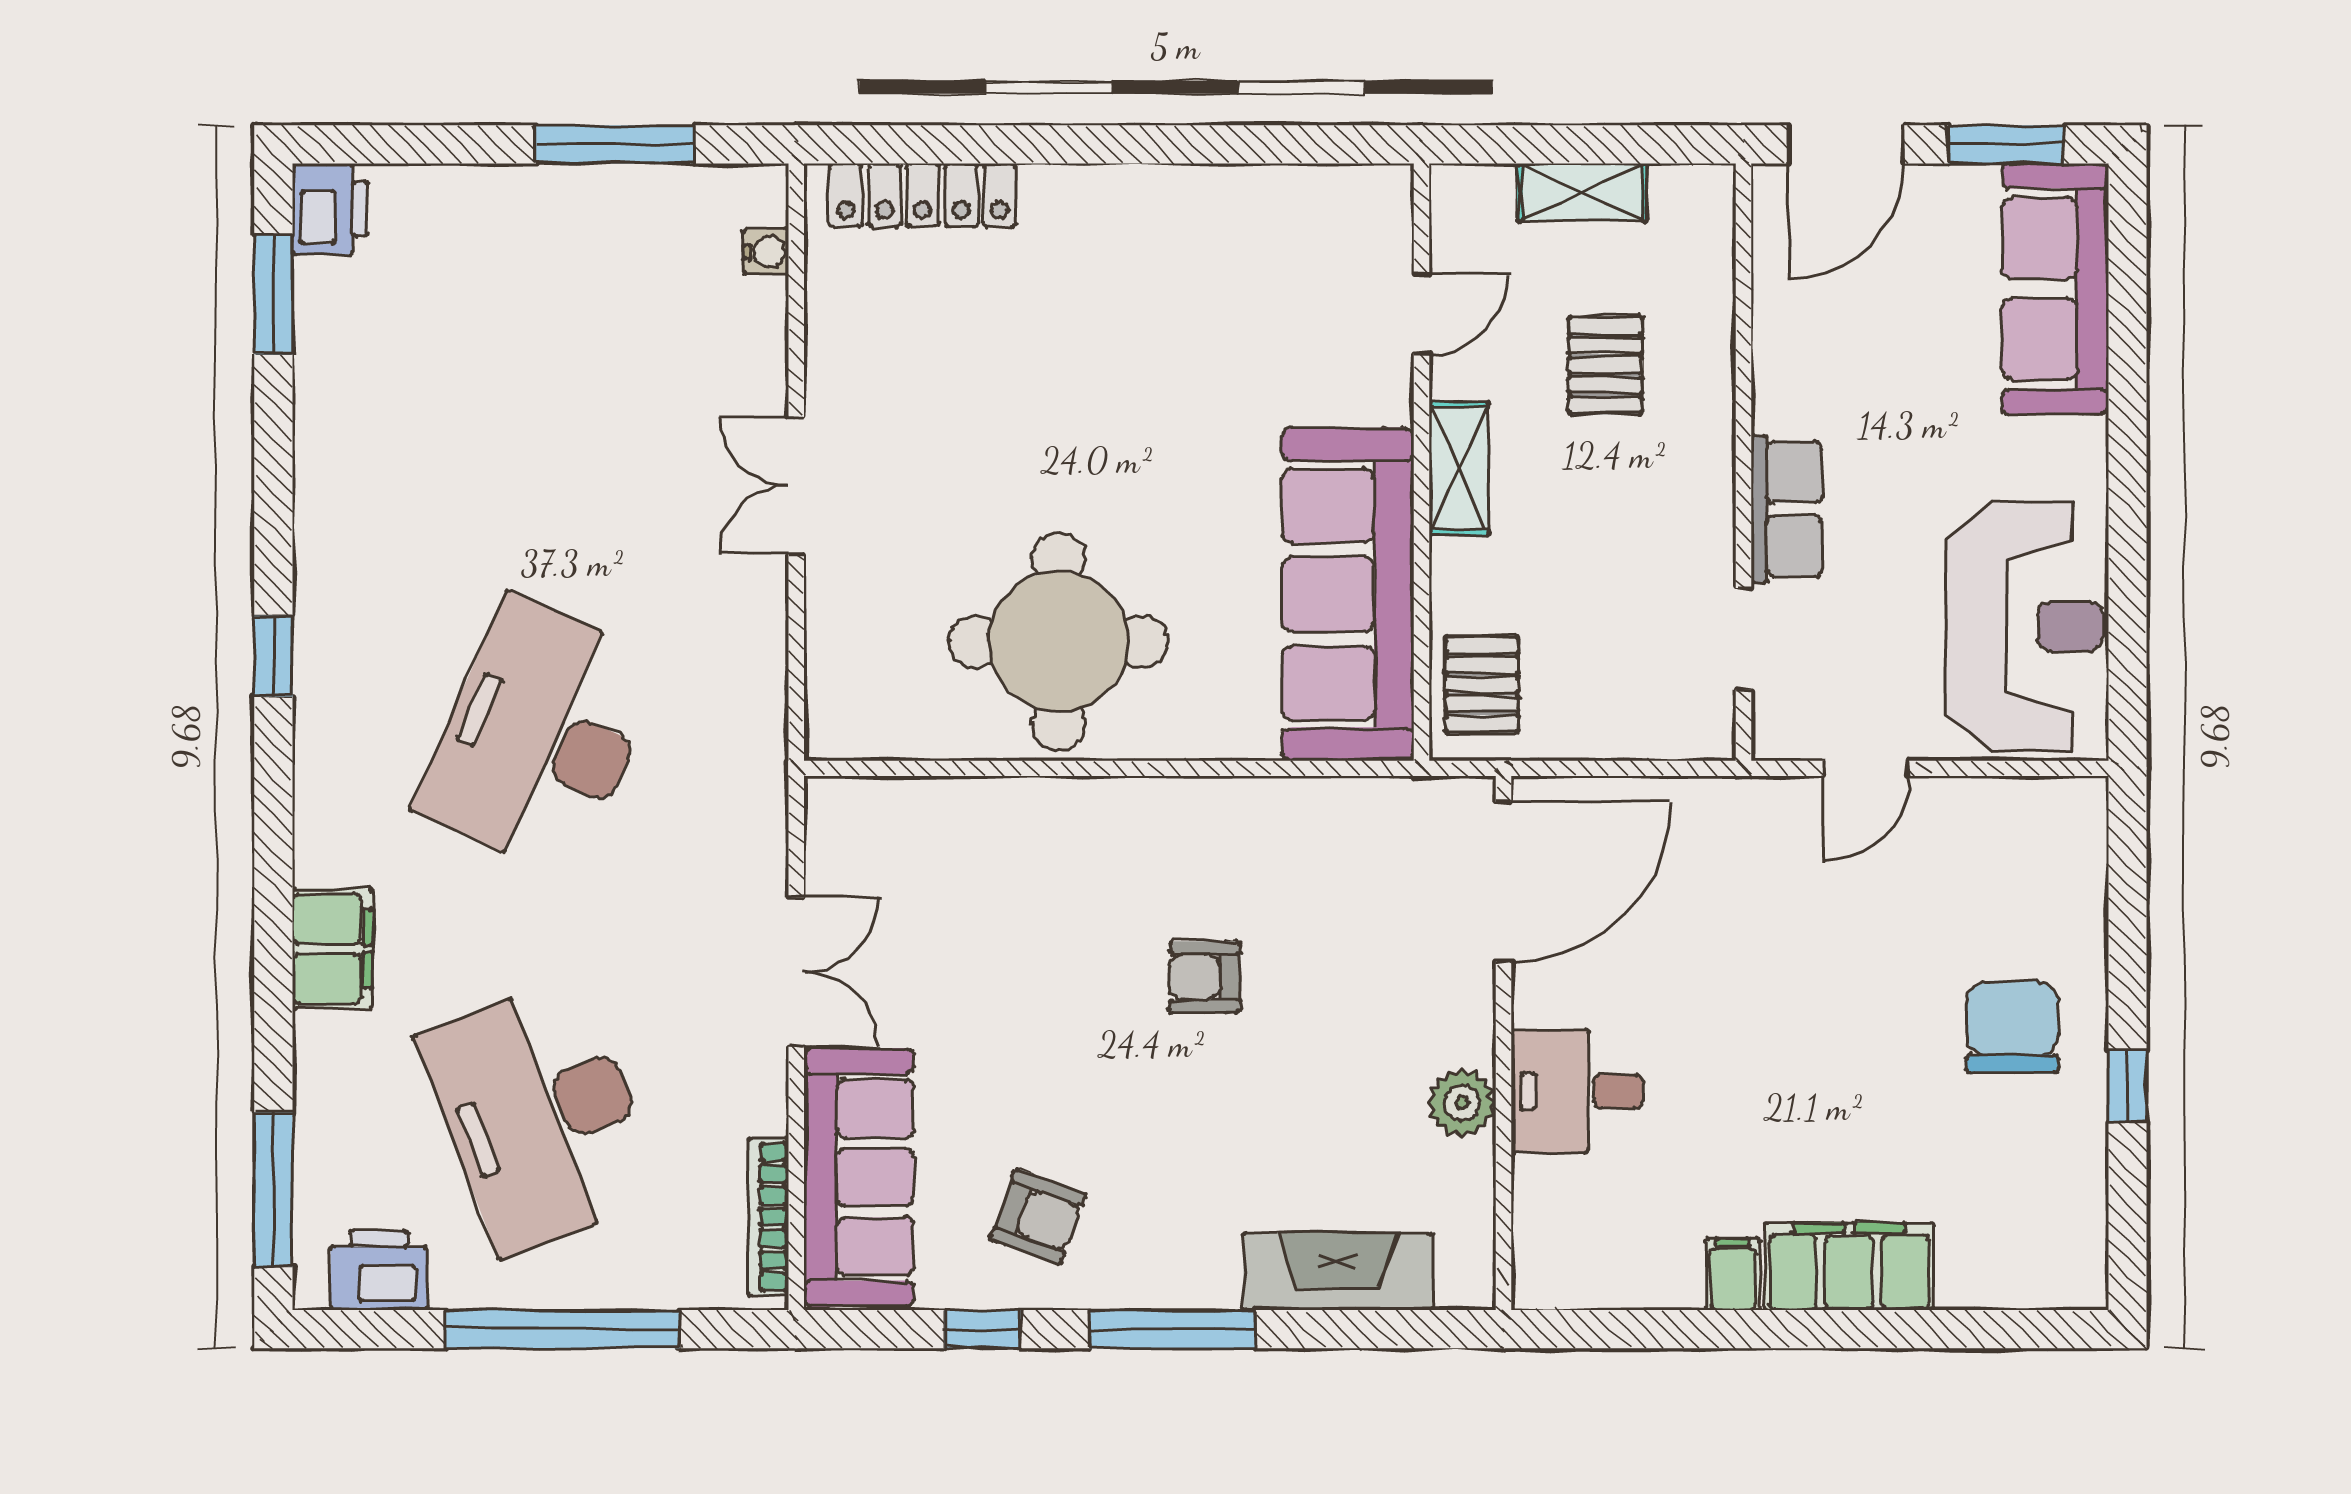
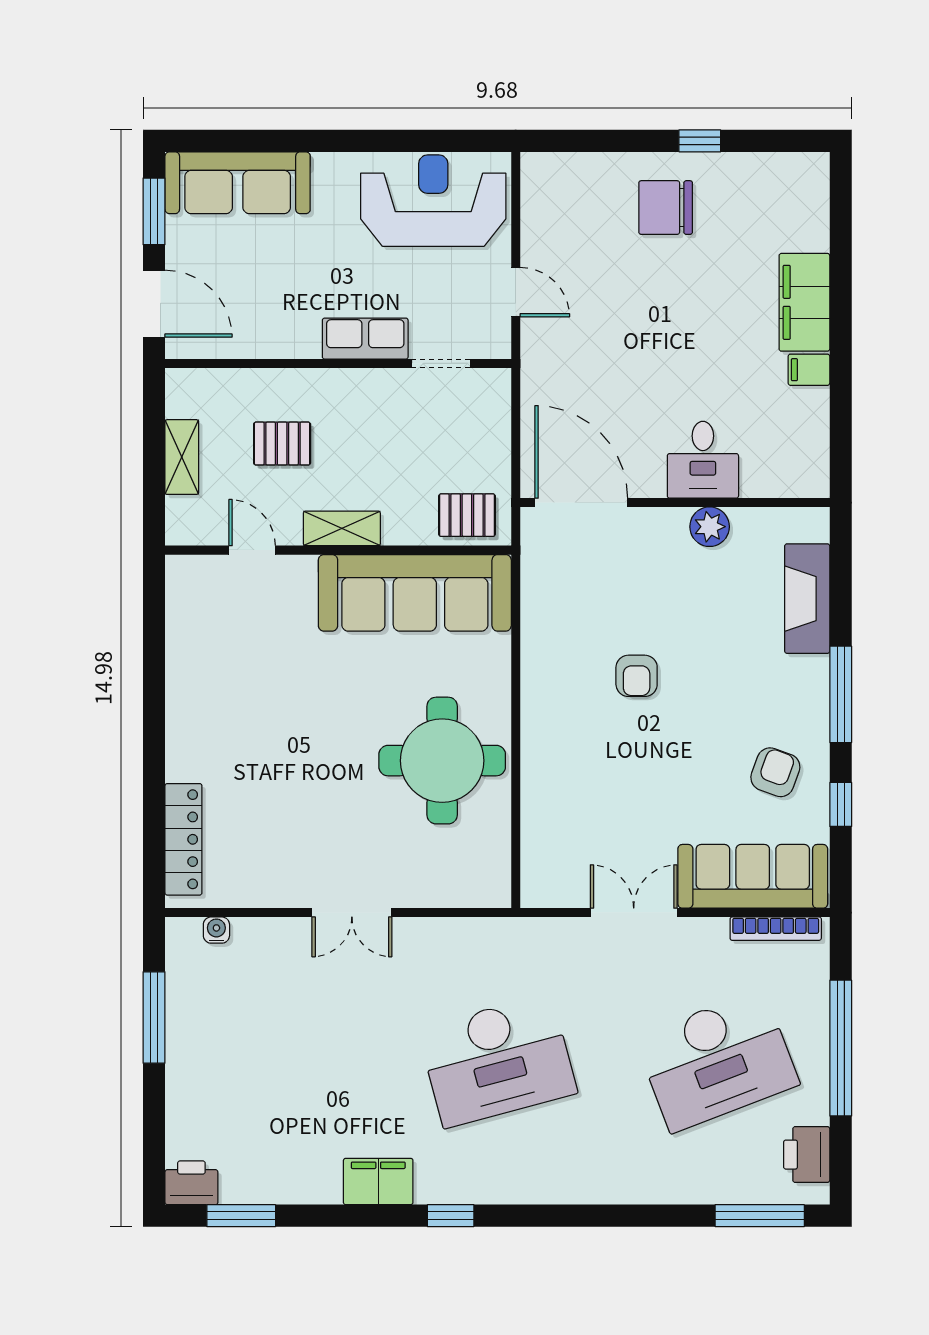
desk: (540, 737) -> (497, 1061), turned -39
filing cabinet: (332, 949) -> (378, 1181), moved

